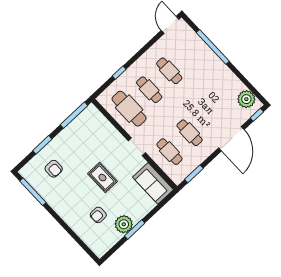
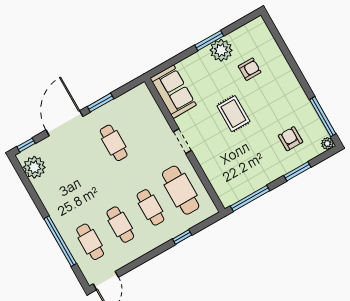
cafe table: (169, 152) -> (90, 242), moved
plant: (24, 172) -> (327, 144), added
window: (194, 174) -> (101, 103), moved

